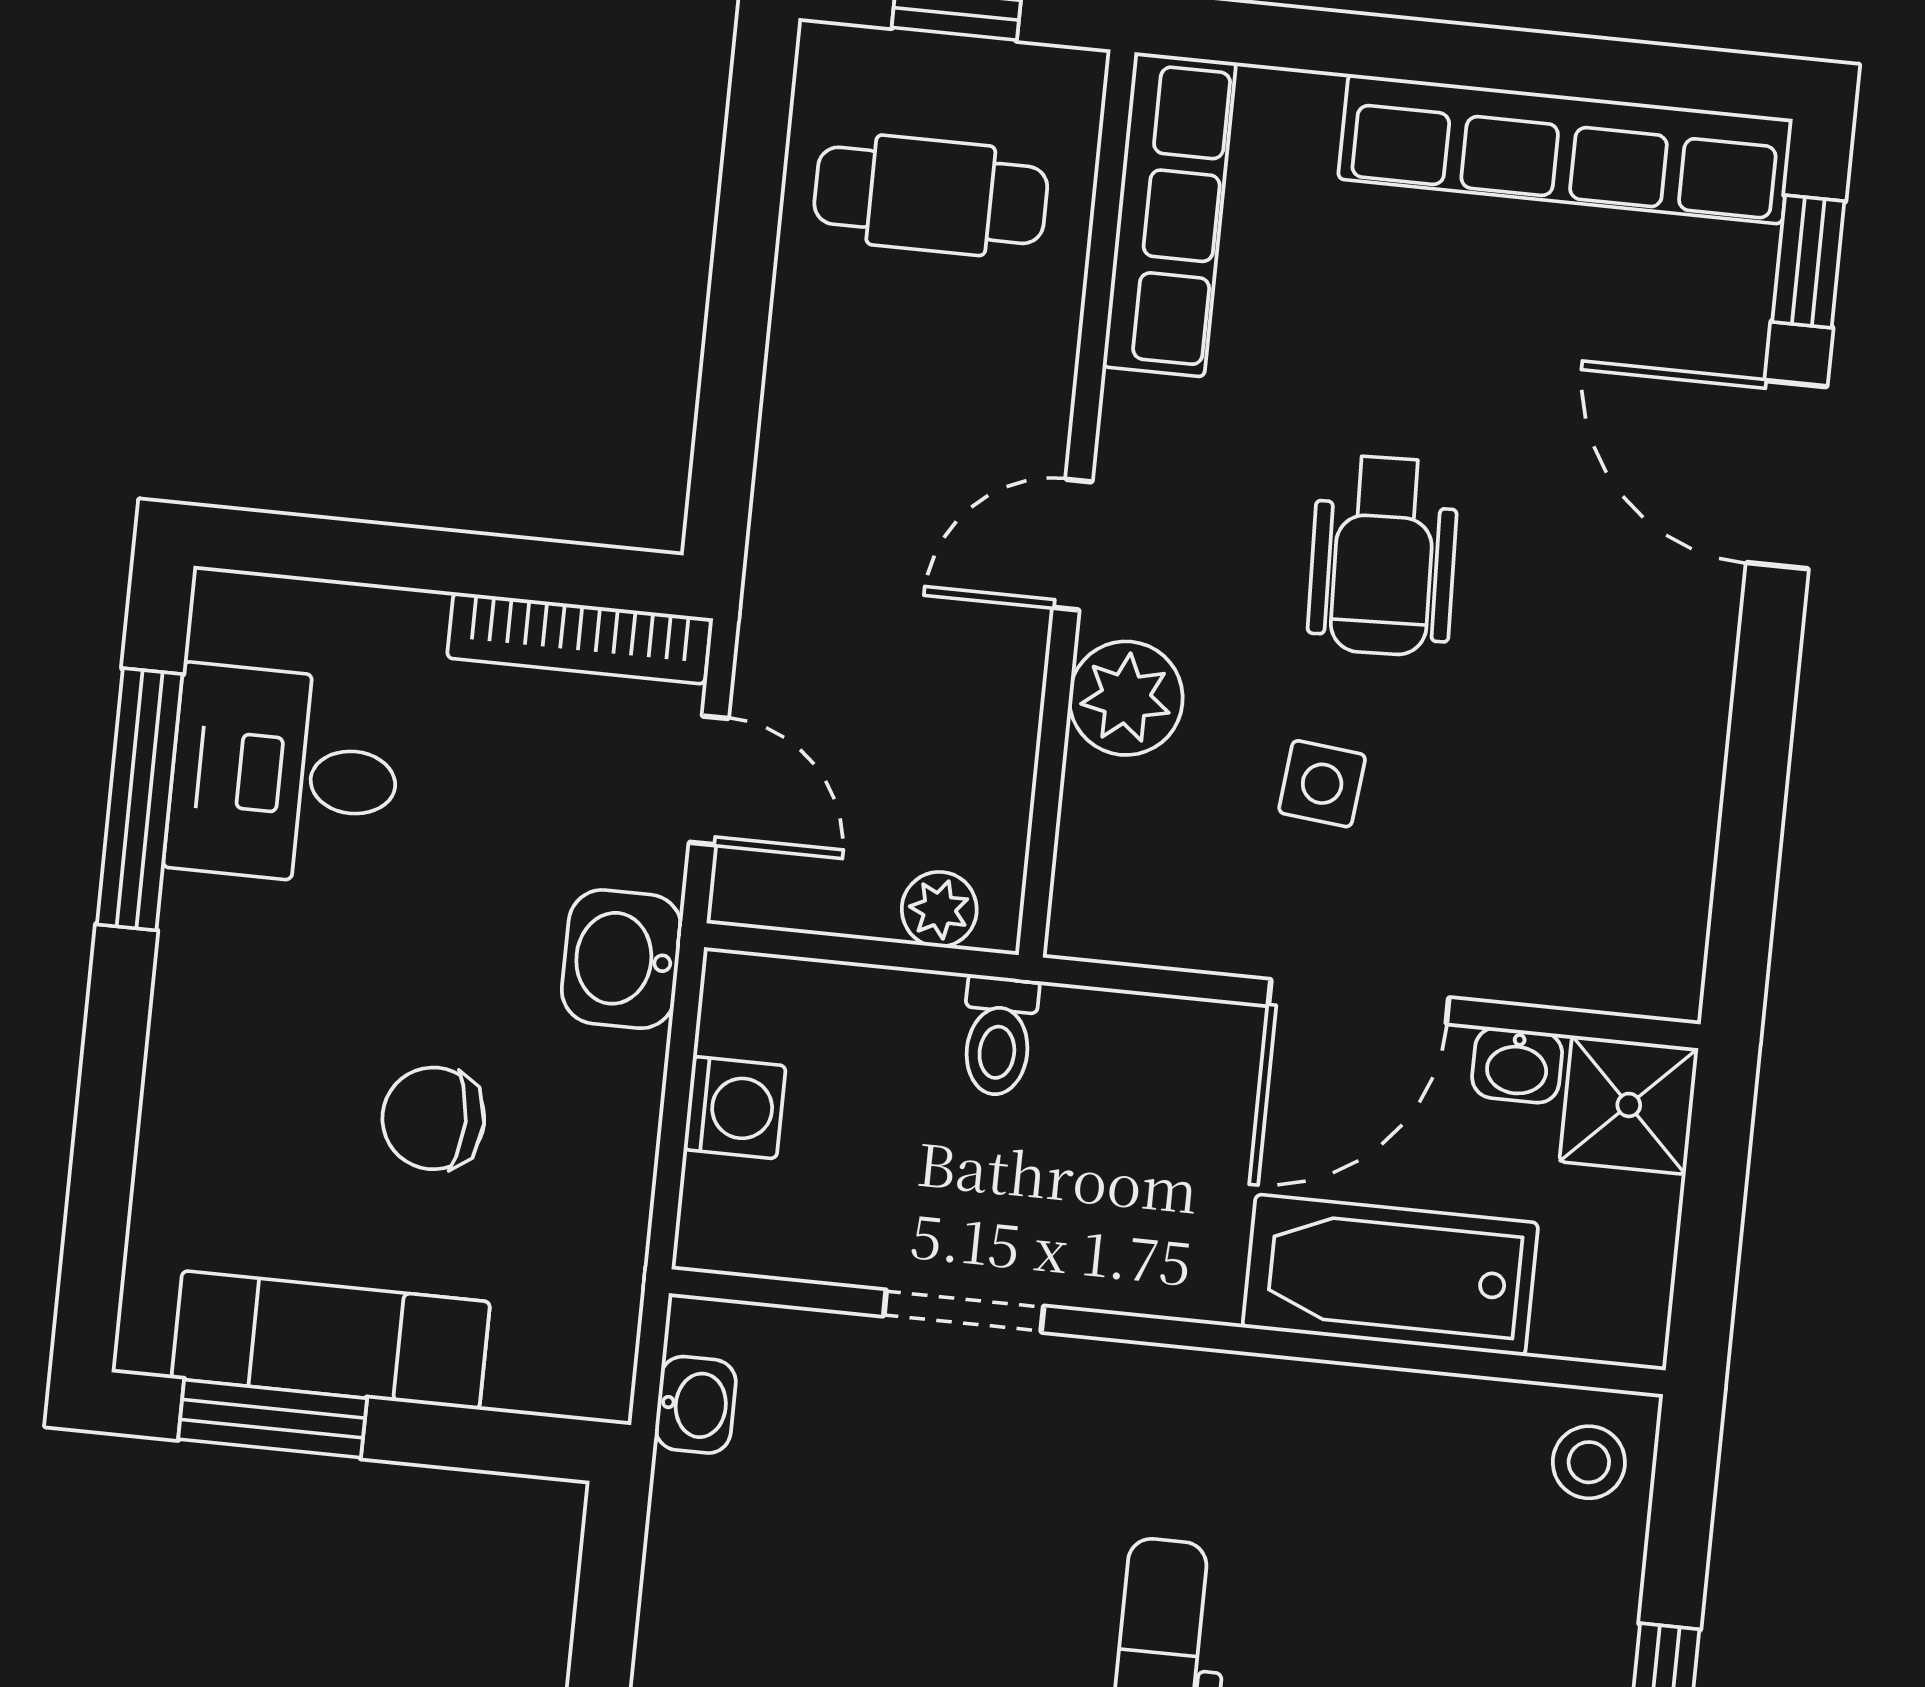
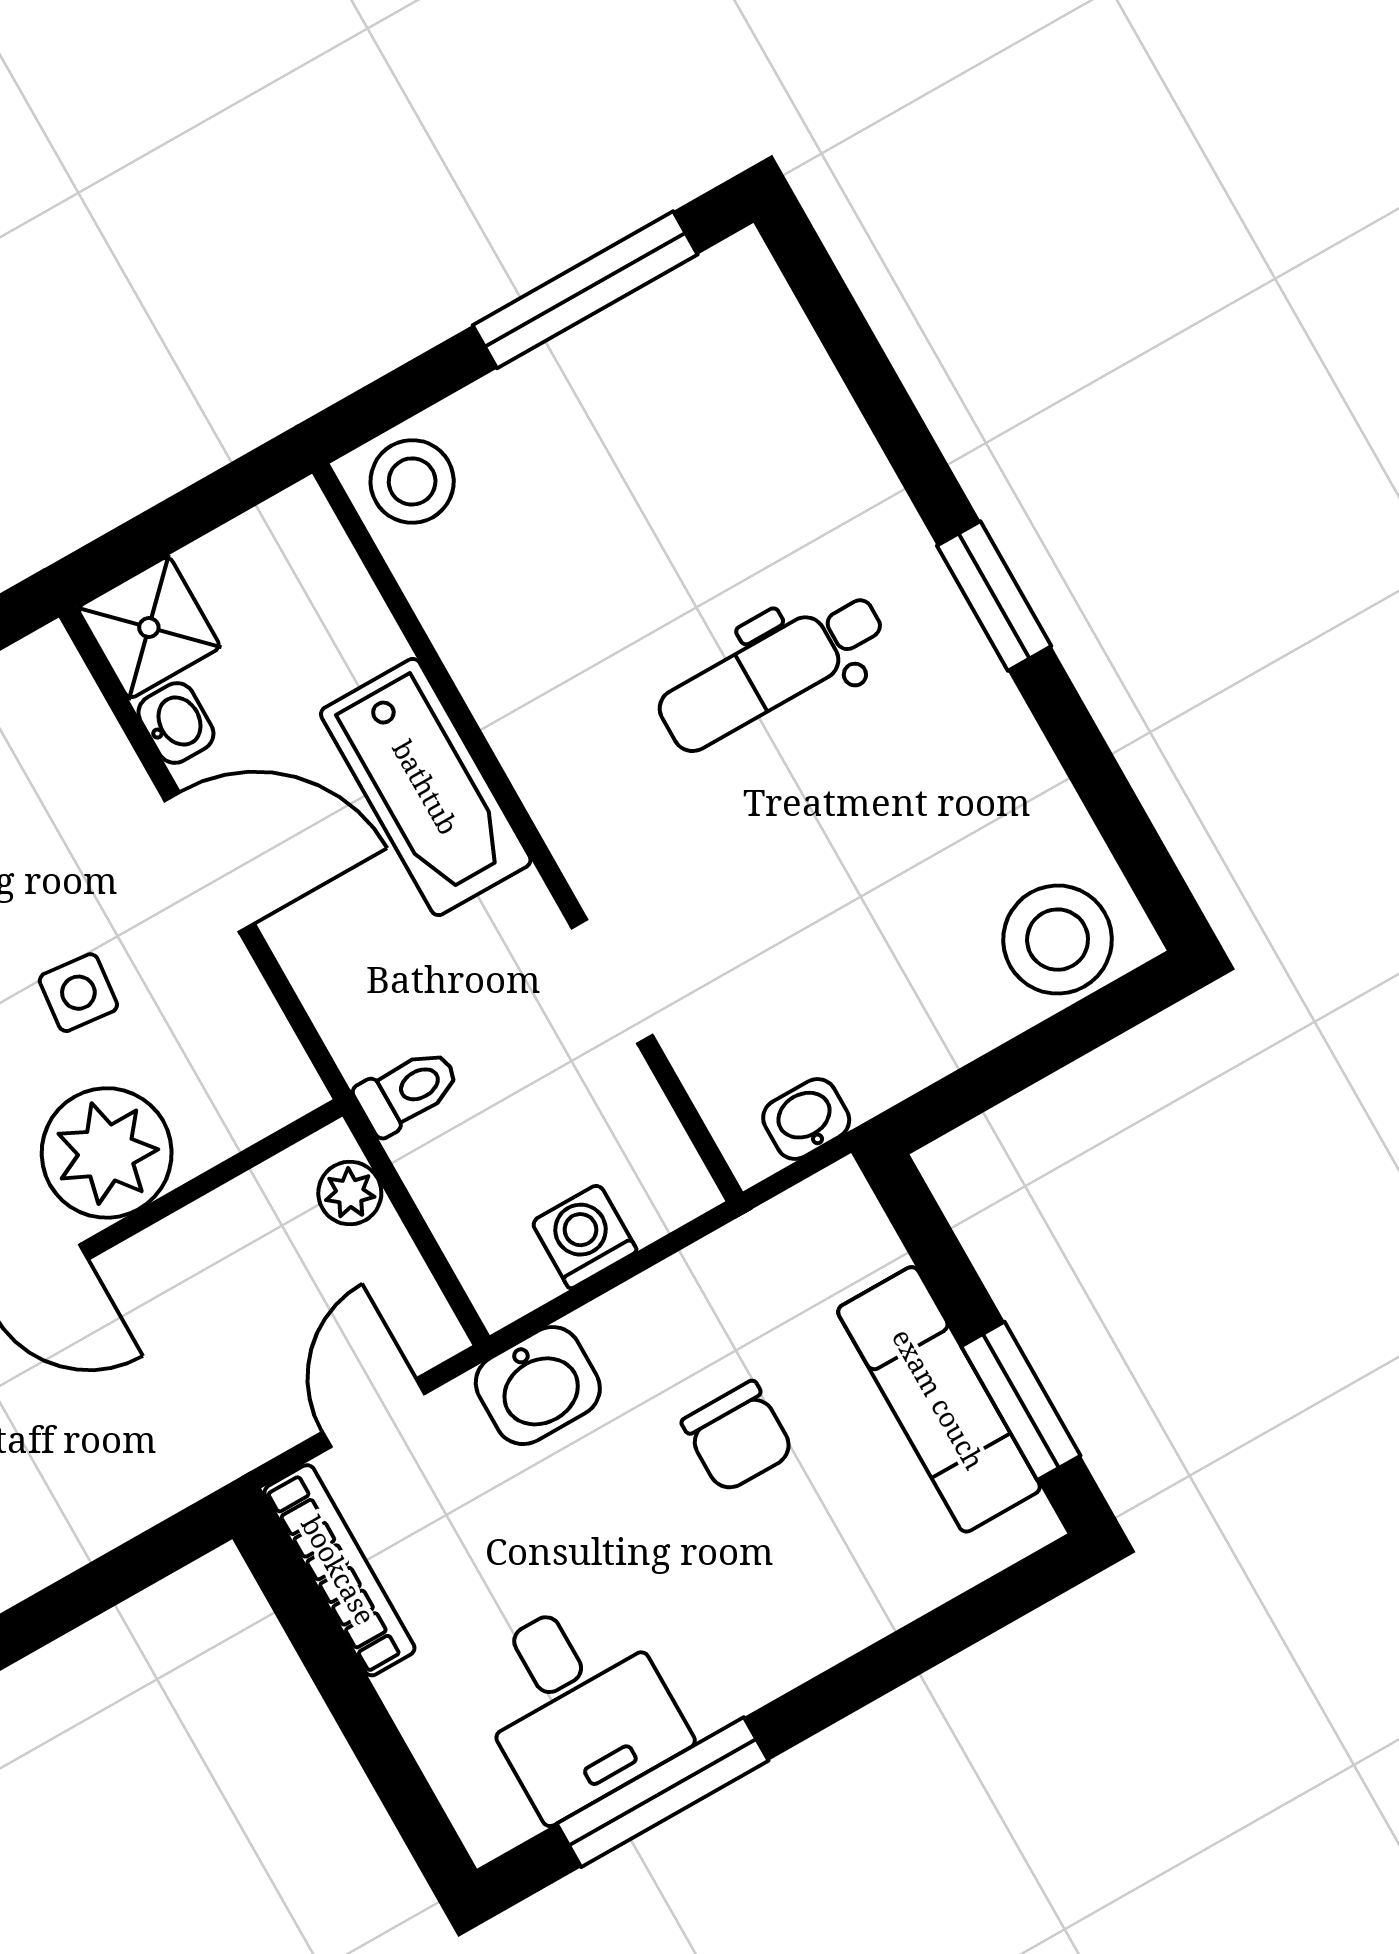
plant: (1126, 698) -> (107, 1153), width x1.36, depth x1.36
bathtub: (1390, 1275) -> (426, 787), moved
stool: (1589, 1462) -> (412, 481), width x1.37, depth x1.37

